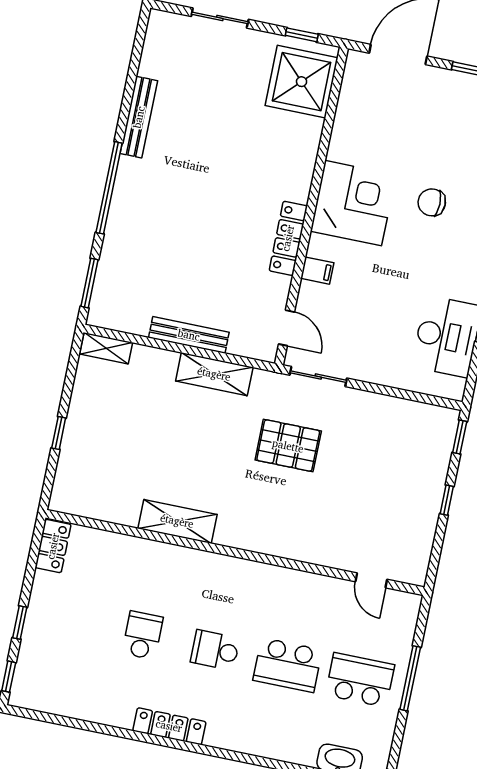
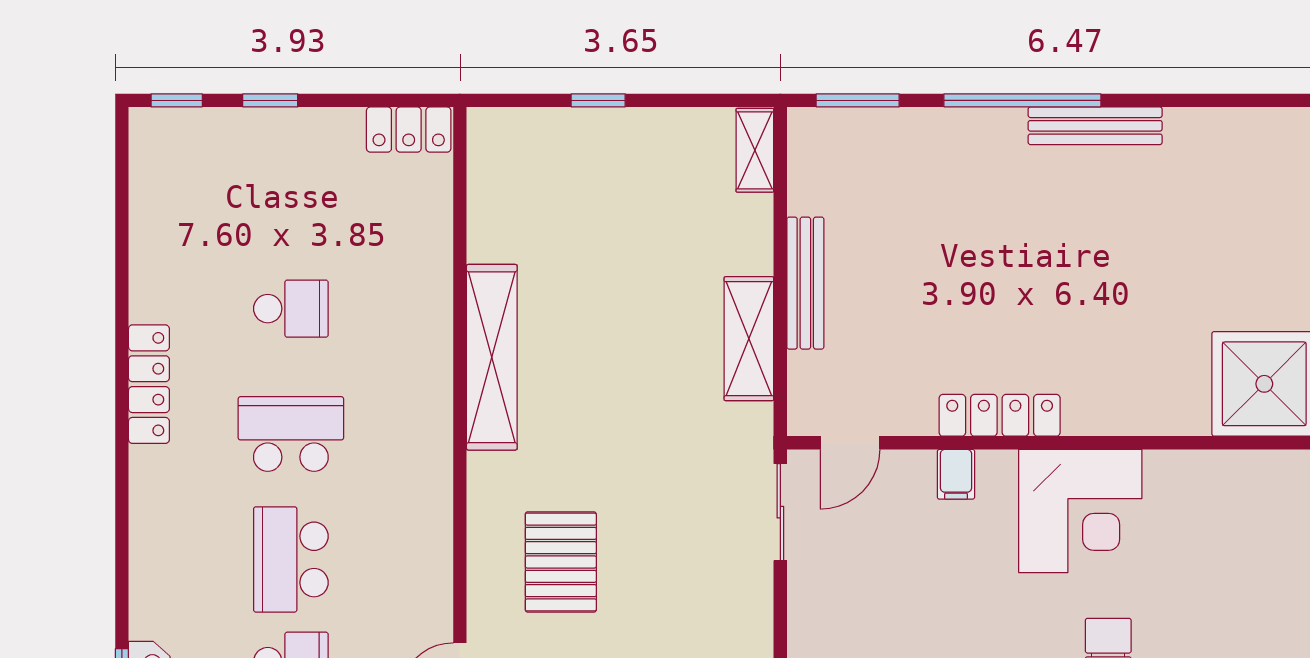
bench: (139, 117) -> (1095, 126), moved
pallet: (288, 446) -> (561, 562), moved
shelving: (177, 521) -> (492, 357), width x1.47
school desk: (215, 650) -> (291, 434), width x1.85

